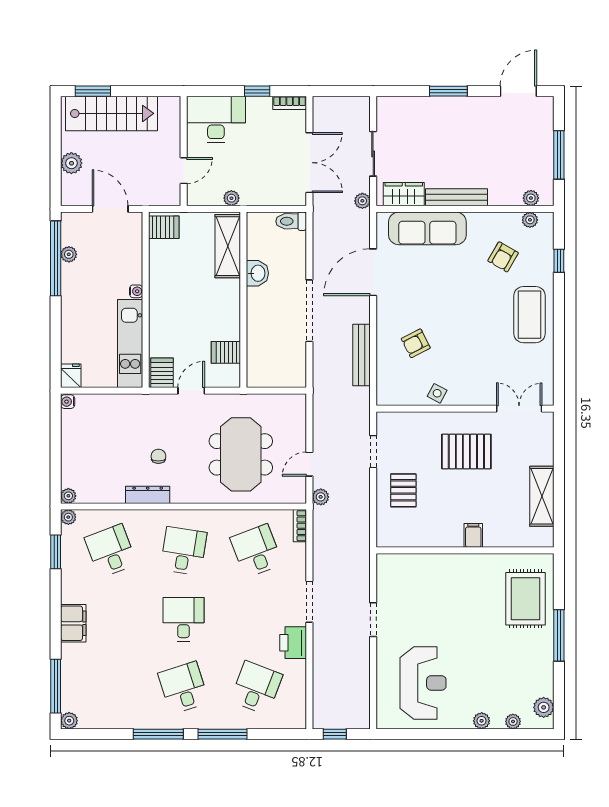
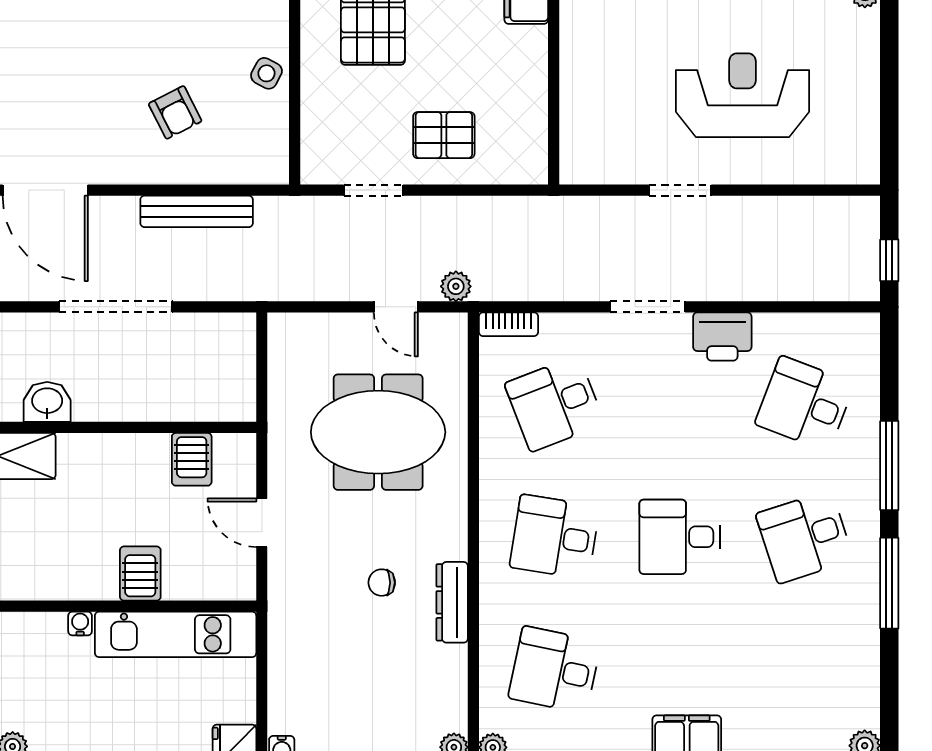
server rack: (162, 373) -> (140, 574), moved, turned 90
desk: (111, 551) -> (555, 670), turned 33
reception desk: (423, 683) -> (742, 95), moved

